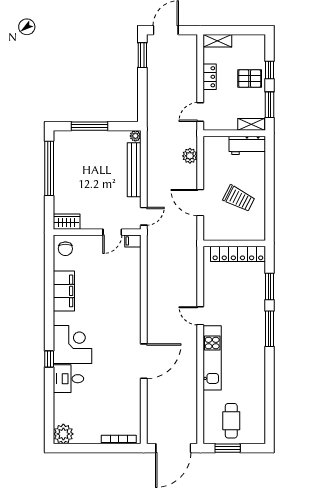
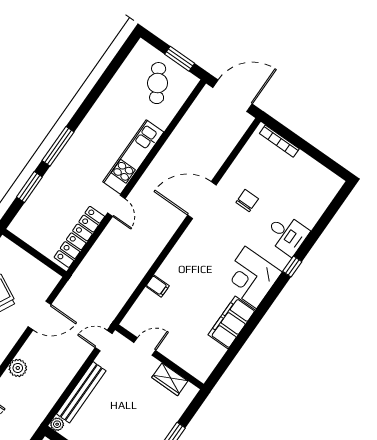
door: (200, 203) -> (39, 316), hinge flipped
wardrobe: (67, 222) -> (170, 379), moved
filing cabinet: (133, 241) -> (157, 286), moved
chair: (65, 249) -> (247, 201), moved
locker: (238, 254) -> (79, 237), moved, turned -90
corner desk: (72, 345) -> (251, 277), moved
cafe table: (231, 421) -> (158, 83), turned -31
plant: (63, 434) -> (329, 184), removed

